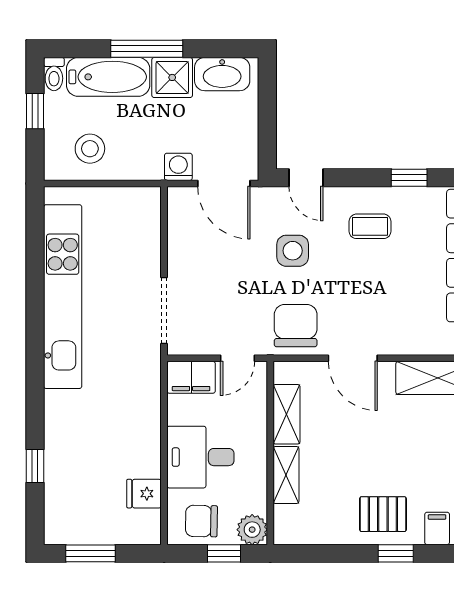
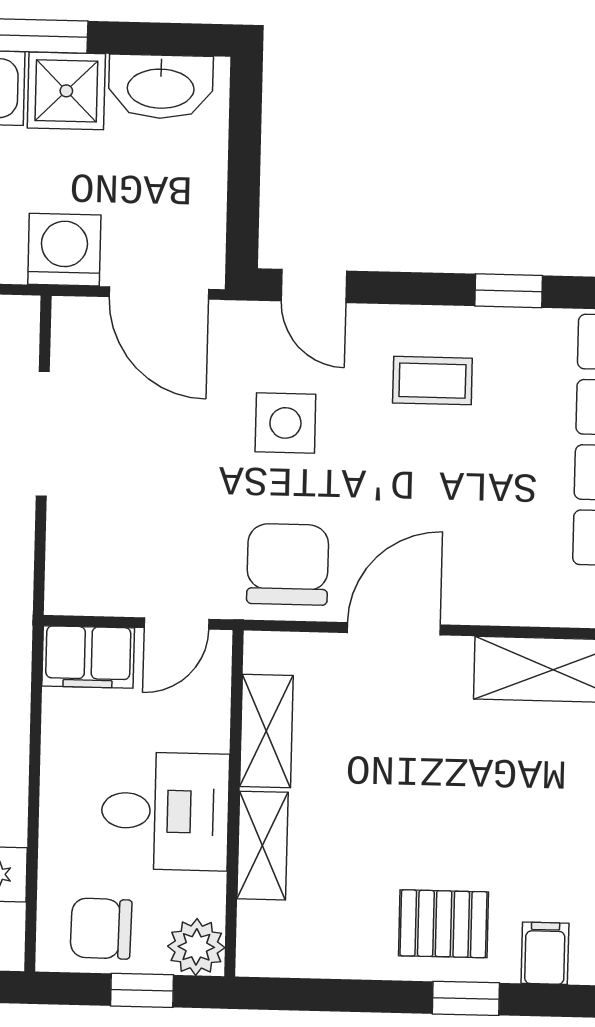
washing machine: (178, 167) -> (64, 250), width x1.38, depth x1.38
doorway: (164, 310) -> (43, 434), moved
door: (353, 358) -> (394, 629), swing flipped
desk: (200, 457) -> (165, 811), moved, turned 180

